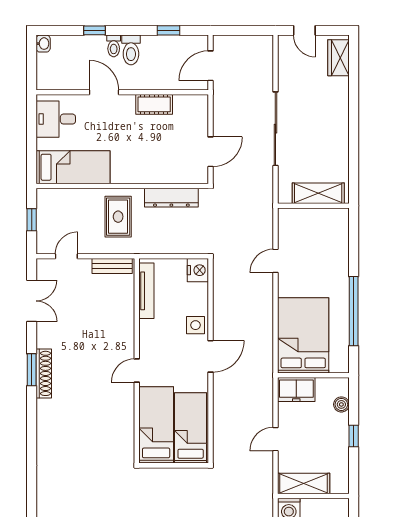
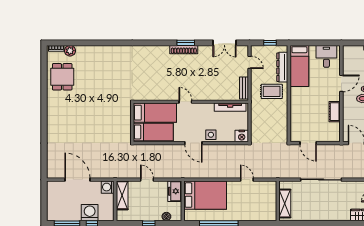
dresser: (171, 198) -> (282, 67), moved

